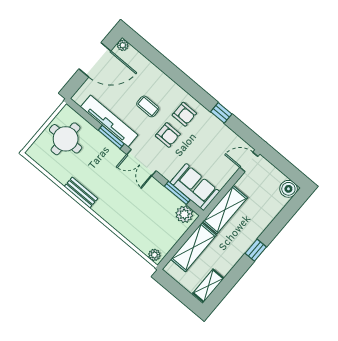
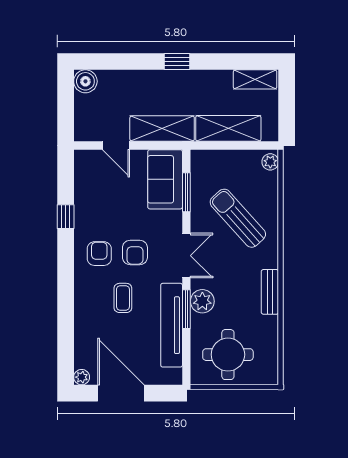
armchair: (168, 135) -> (135, 252), turned 180
door: (249, 162) -> (116, 145), moved
sun lounger: (138, 210) -> (238, 218), added
plant: (184, 214) -> (202, 301), moved

